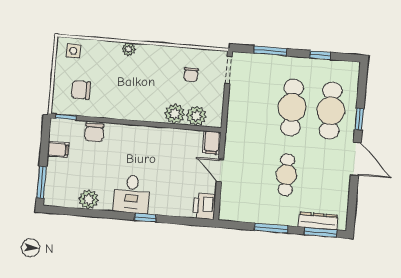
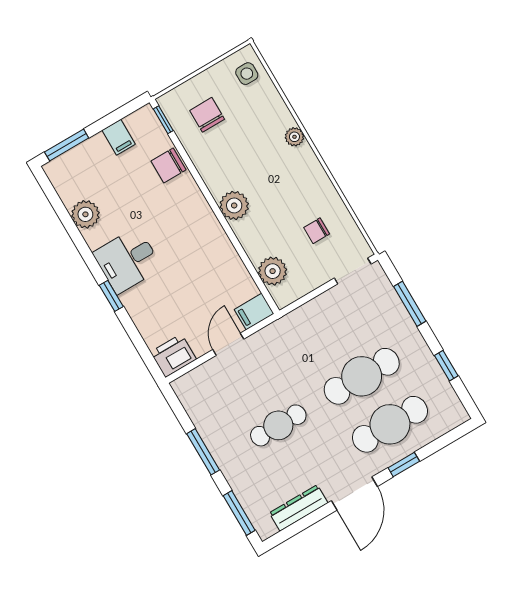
plant: (175, 114) -> (234, 205), moved
dresser: (318, 221) -> (299, 508), moved, turned -90

